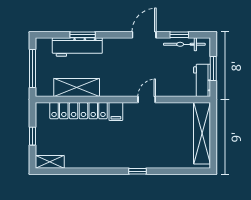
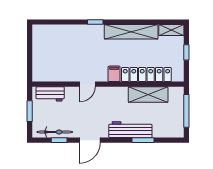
workbench: (77, 47) -> (130, 130), moved
workbench: (202, 80) -> (50, 94), moved, turned 90
shelving: (202, 133) -> (131, 32), moved, turned 90

